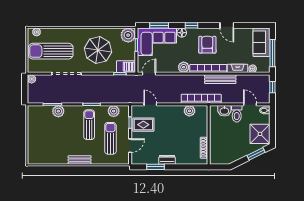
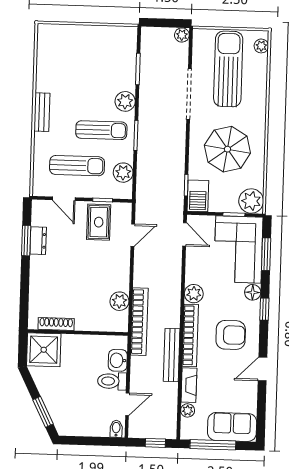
plant: (58, 111) -> (125, 101), moved
shower: (260, 134) -> (44, 350), moved
dresser: (167, 160) -> (38, 241), moved

